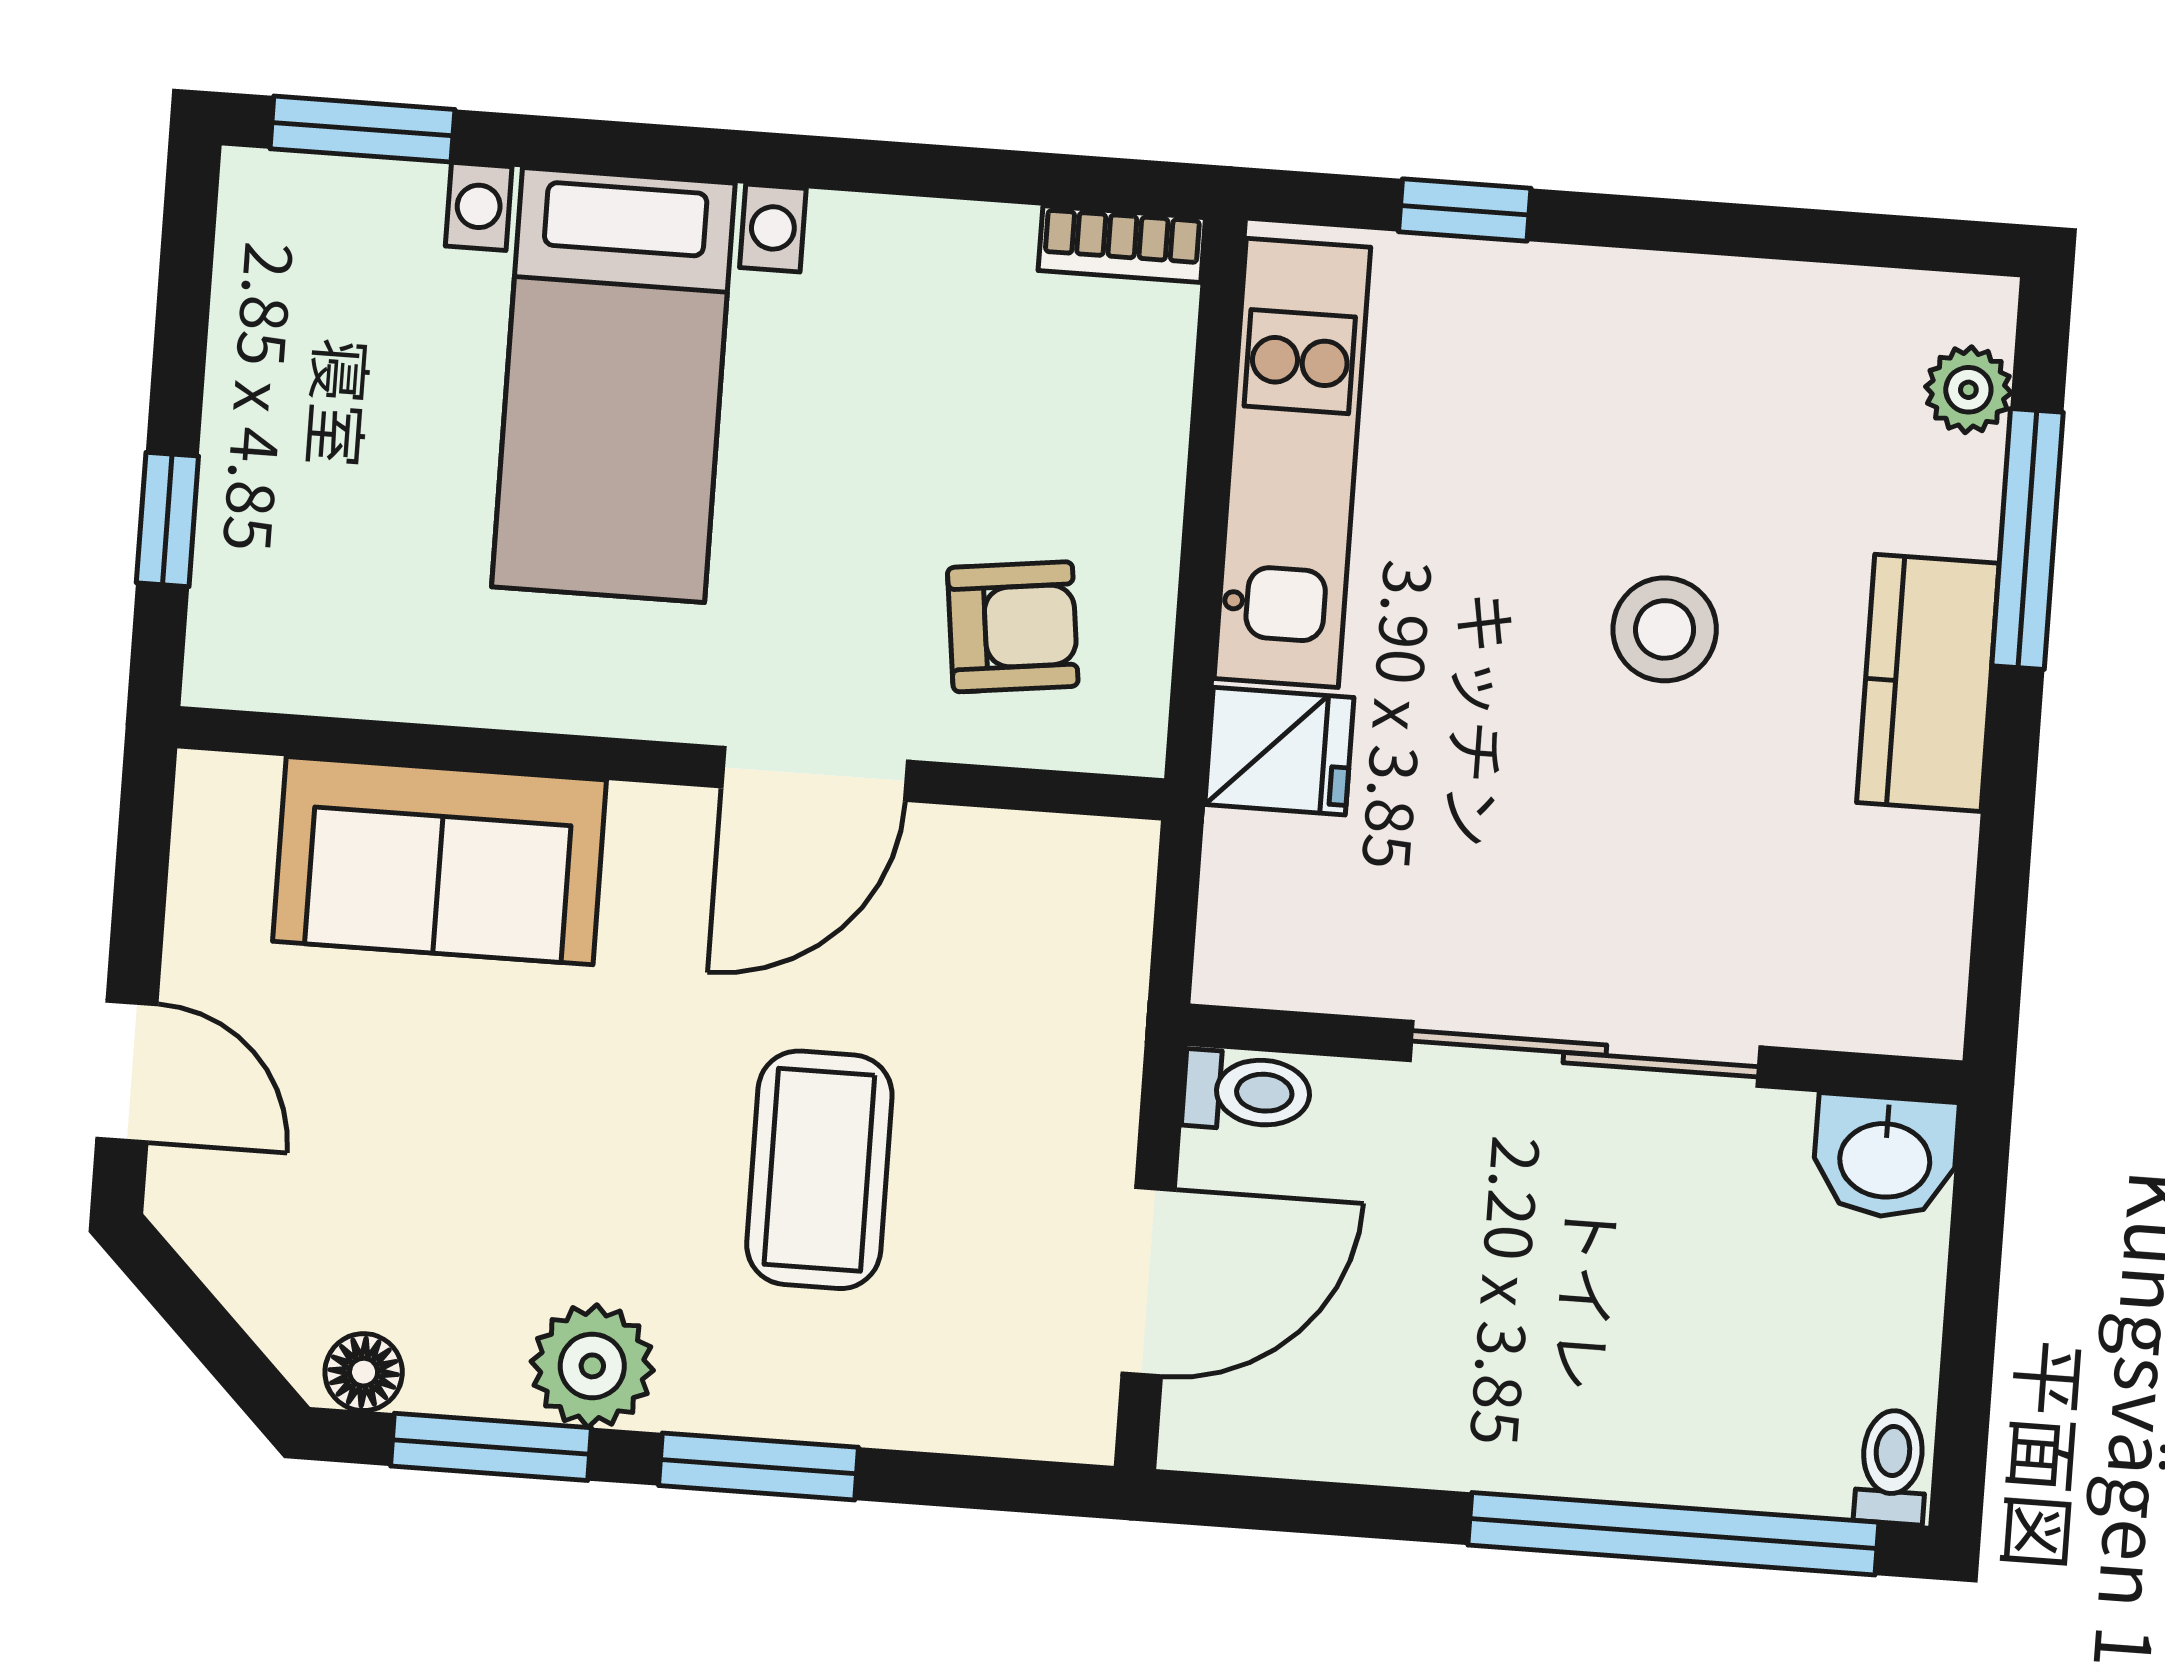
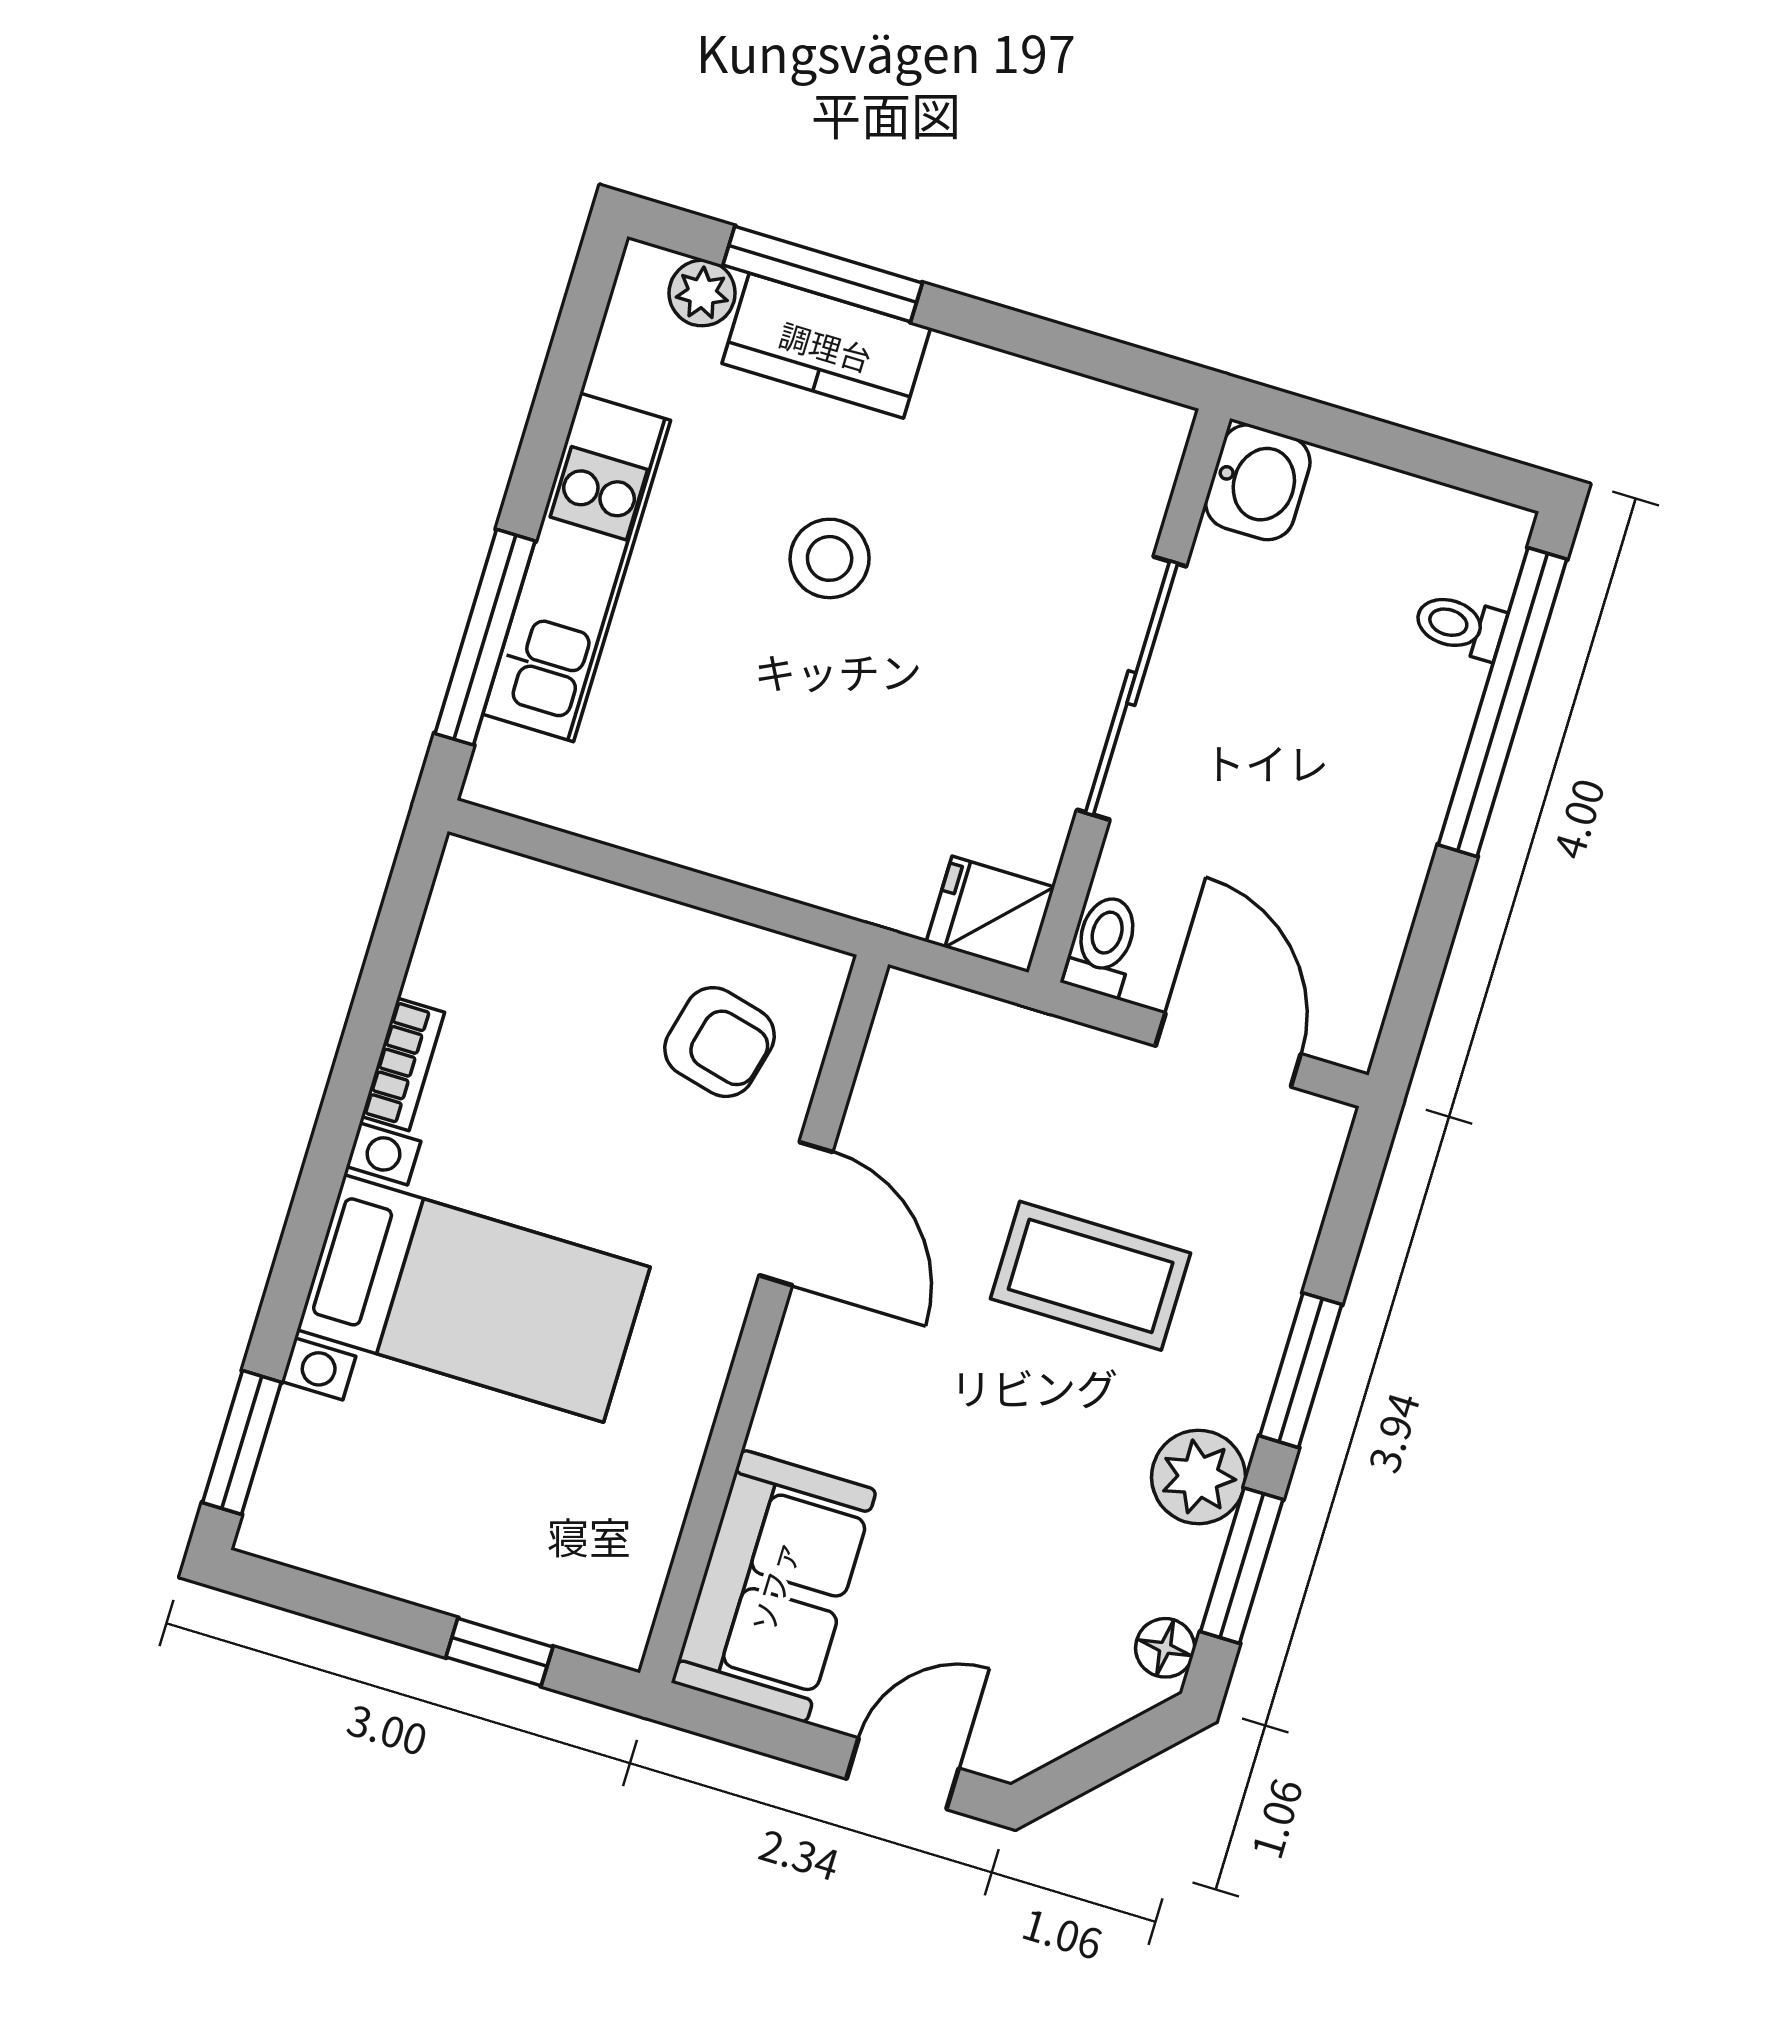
window: (1465, 210) -> (485, 637), width x2.17
bookcase: (1122, 244) -> (403, 1064), moved
kitchen unit: (1292, 463) -> (577, 567), moved, turned 90
armchair: (1013, 627) -> (719, 1042), turned 111
kitchen counter: (1928, 683) -> (826, 346), moved
fridge: (1279, 751) -> (990, 914), moved, turned -90
sofa: (440, 861) -> (774, 1586), moved
toilet: (1892, 1467) -> (1460, 626), moved

